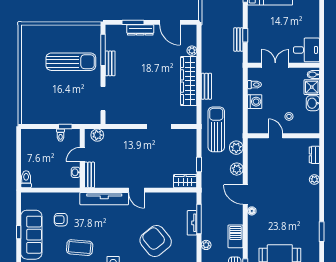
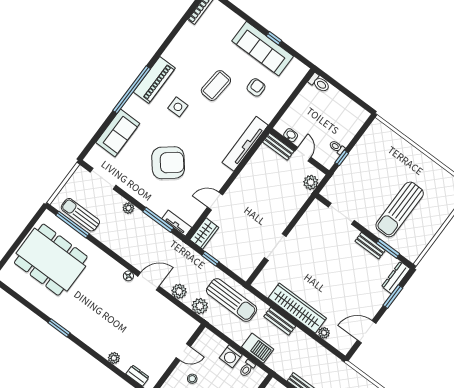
dresser: (140, 30) -> (396, 278), moved
window: (103, 50) -> (388, 248), width x0.69
door: (136, 190) -> (215, 201), moved
tv unit: (192, 223) -> (177, 223), moved
barbecue: (236, 236) -> (258, 348), moved

